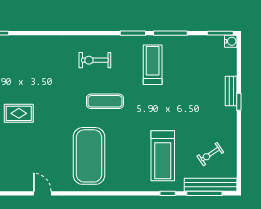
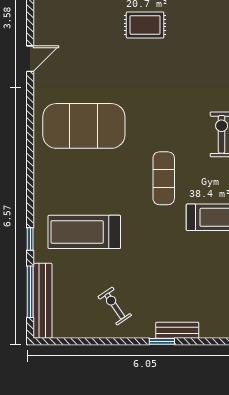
exercise mat: (105, 101) -> (164, 178), moved
rug: (19, 113) -> (145, 25), turned 90
exercise bike: (210, 154) -> (115, 306), moved

